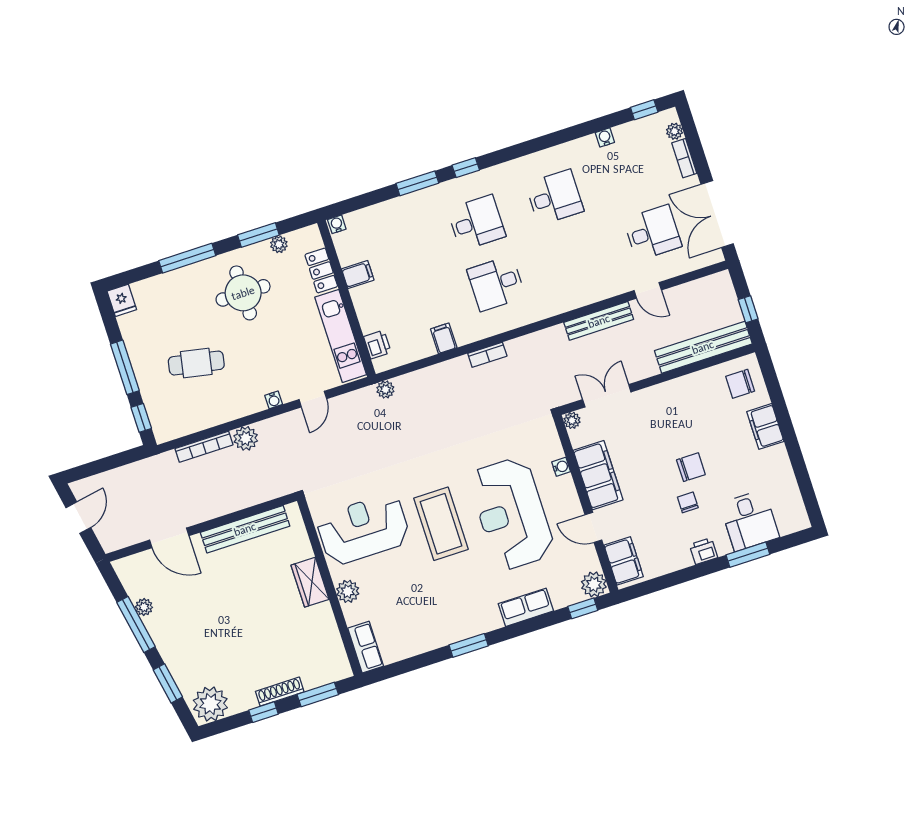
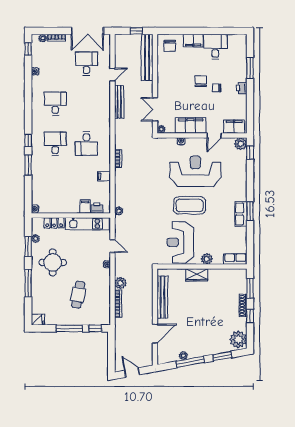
filing cabinet: (358, 275) -> (85, 207), moved
reception desk: (511, 514) -> (195, 171), turned 180
desk: (749, 520) -> (215, 47), moved, turned -90
row of seats: (526, 607) -> (241, 214), moved

